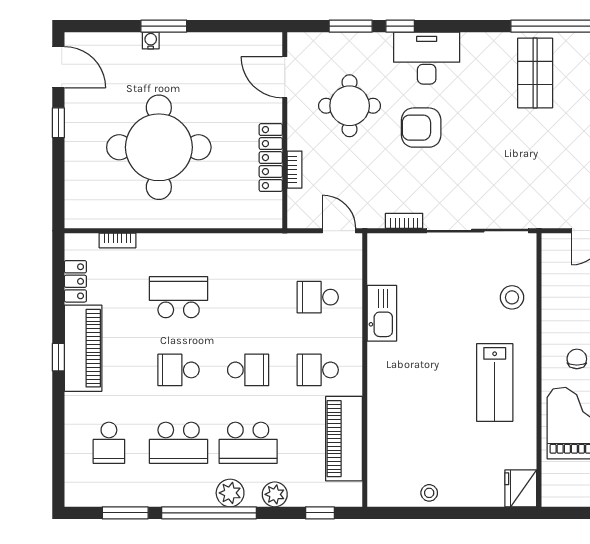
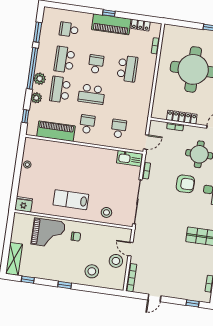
armchair: (421, 128) -> (185, 184), turned 90
kitchen sink: (382, 313) -> (129, 158), moved
school desk: (248, 370) -> (92, 94), width x1.85

